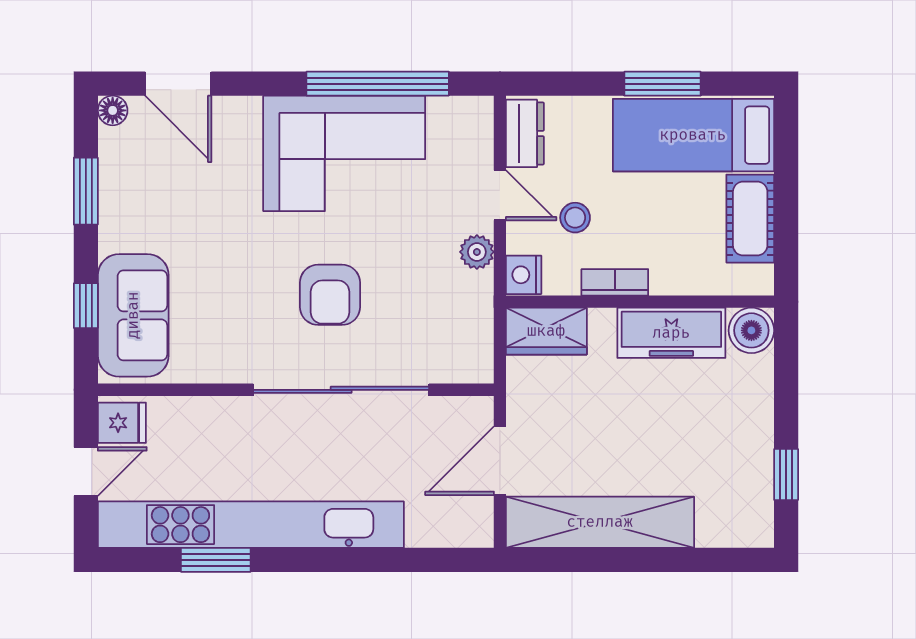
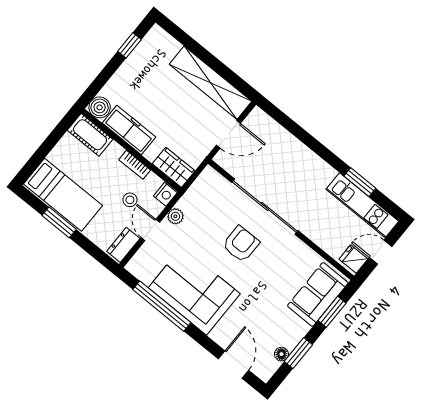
floor lamp: (113, 110) -> (281, 354), moved
cot: (750, 219) -> (90, 135), moved, turned 90
window: (86, 306) -> (332, 312), width x1.50
kitchen unit: (251, 525) -> (362, 205), width x0.54

